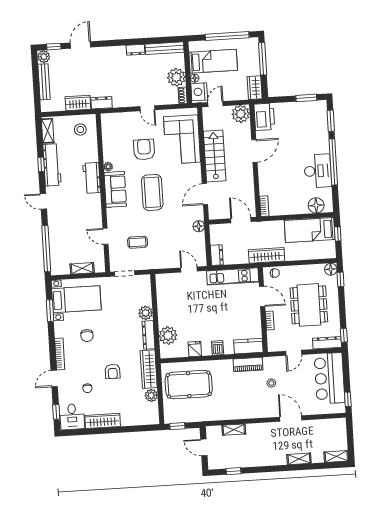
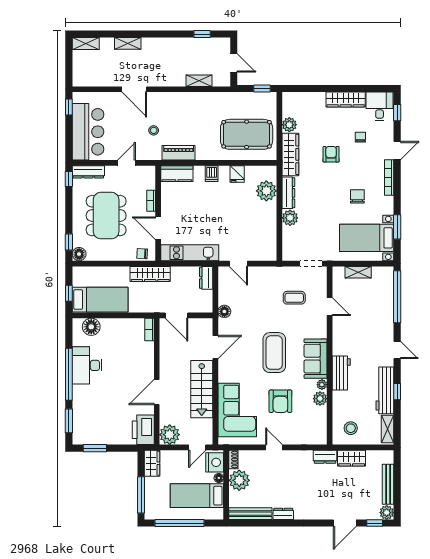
plant: (109, 154) -> (320, 399), added

